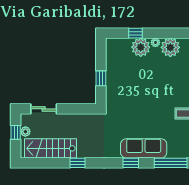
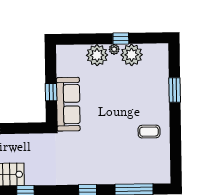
window: (135, 33) -> (121, 38), moved
sofa: (144, 148) -> (68, 104), moved, turned 90

